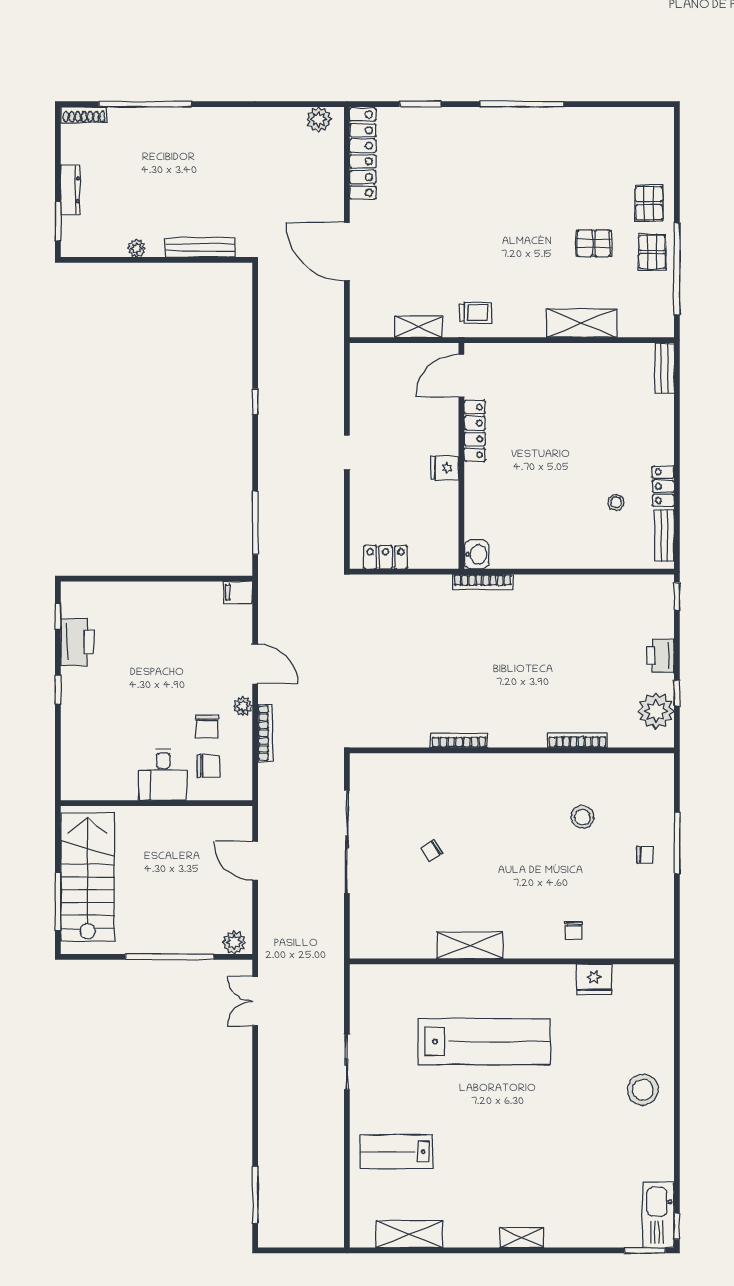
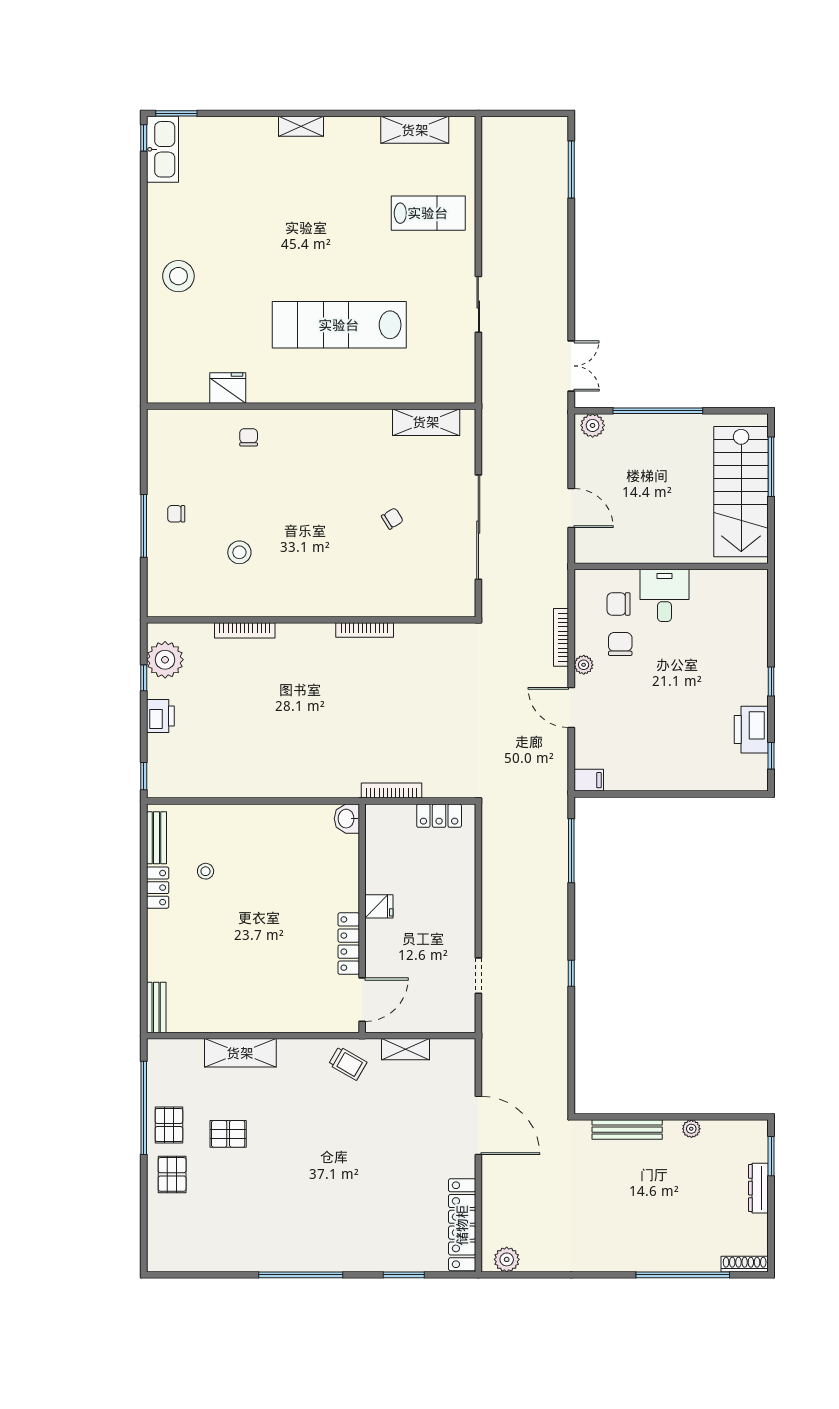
trolley: (476, 313) -> (348, 1063), turned -150
doorway: (347, 452) -> (478, 976), moved
bookcase: (483, 582) -> (392, 790), moved
shelving: (470, 945) -> (426, 422), moved

